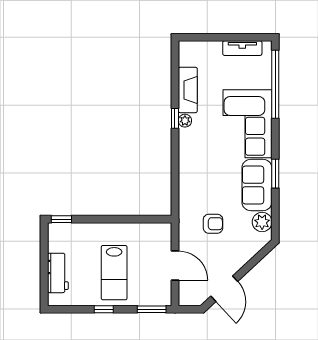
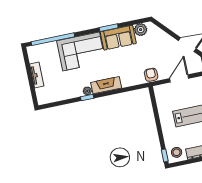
tv unit: (242, 48) -> (37, 75), moved
fireplace: (188, 90) -> (106, 85), moved
armchair: (213, 224) -> (151, 75), moved
stool: (62, 238) -> (177, 152), added

